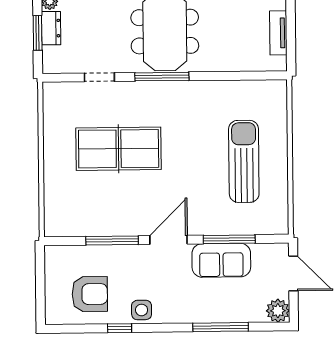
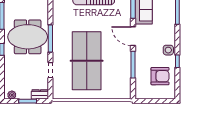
dresser: (51, 28) -> (40, 94), moved
table tennis table: (119, 149) -> (87, 61), width x1.36, depth x1.32
armchair: (90, 294) -> (160, 76), turned 90

